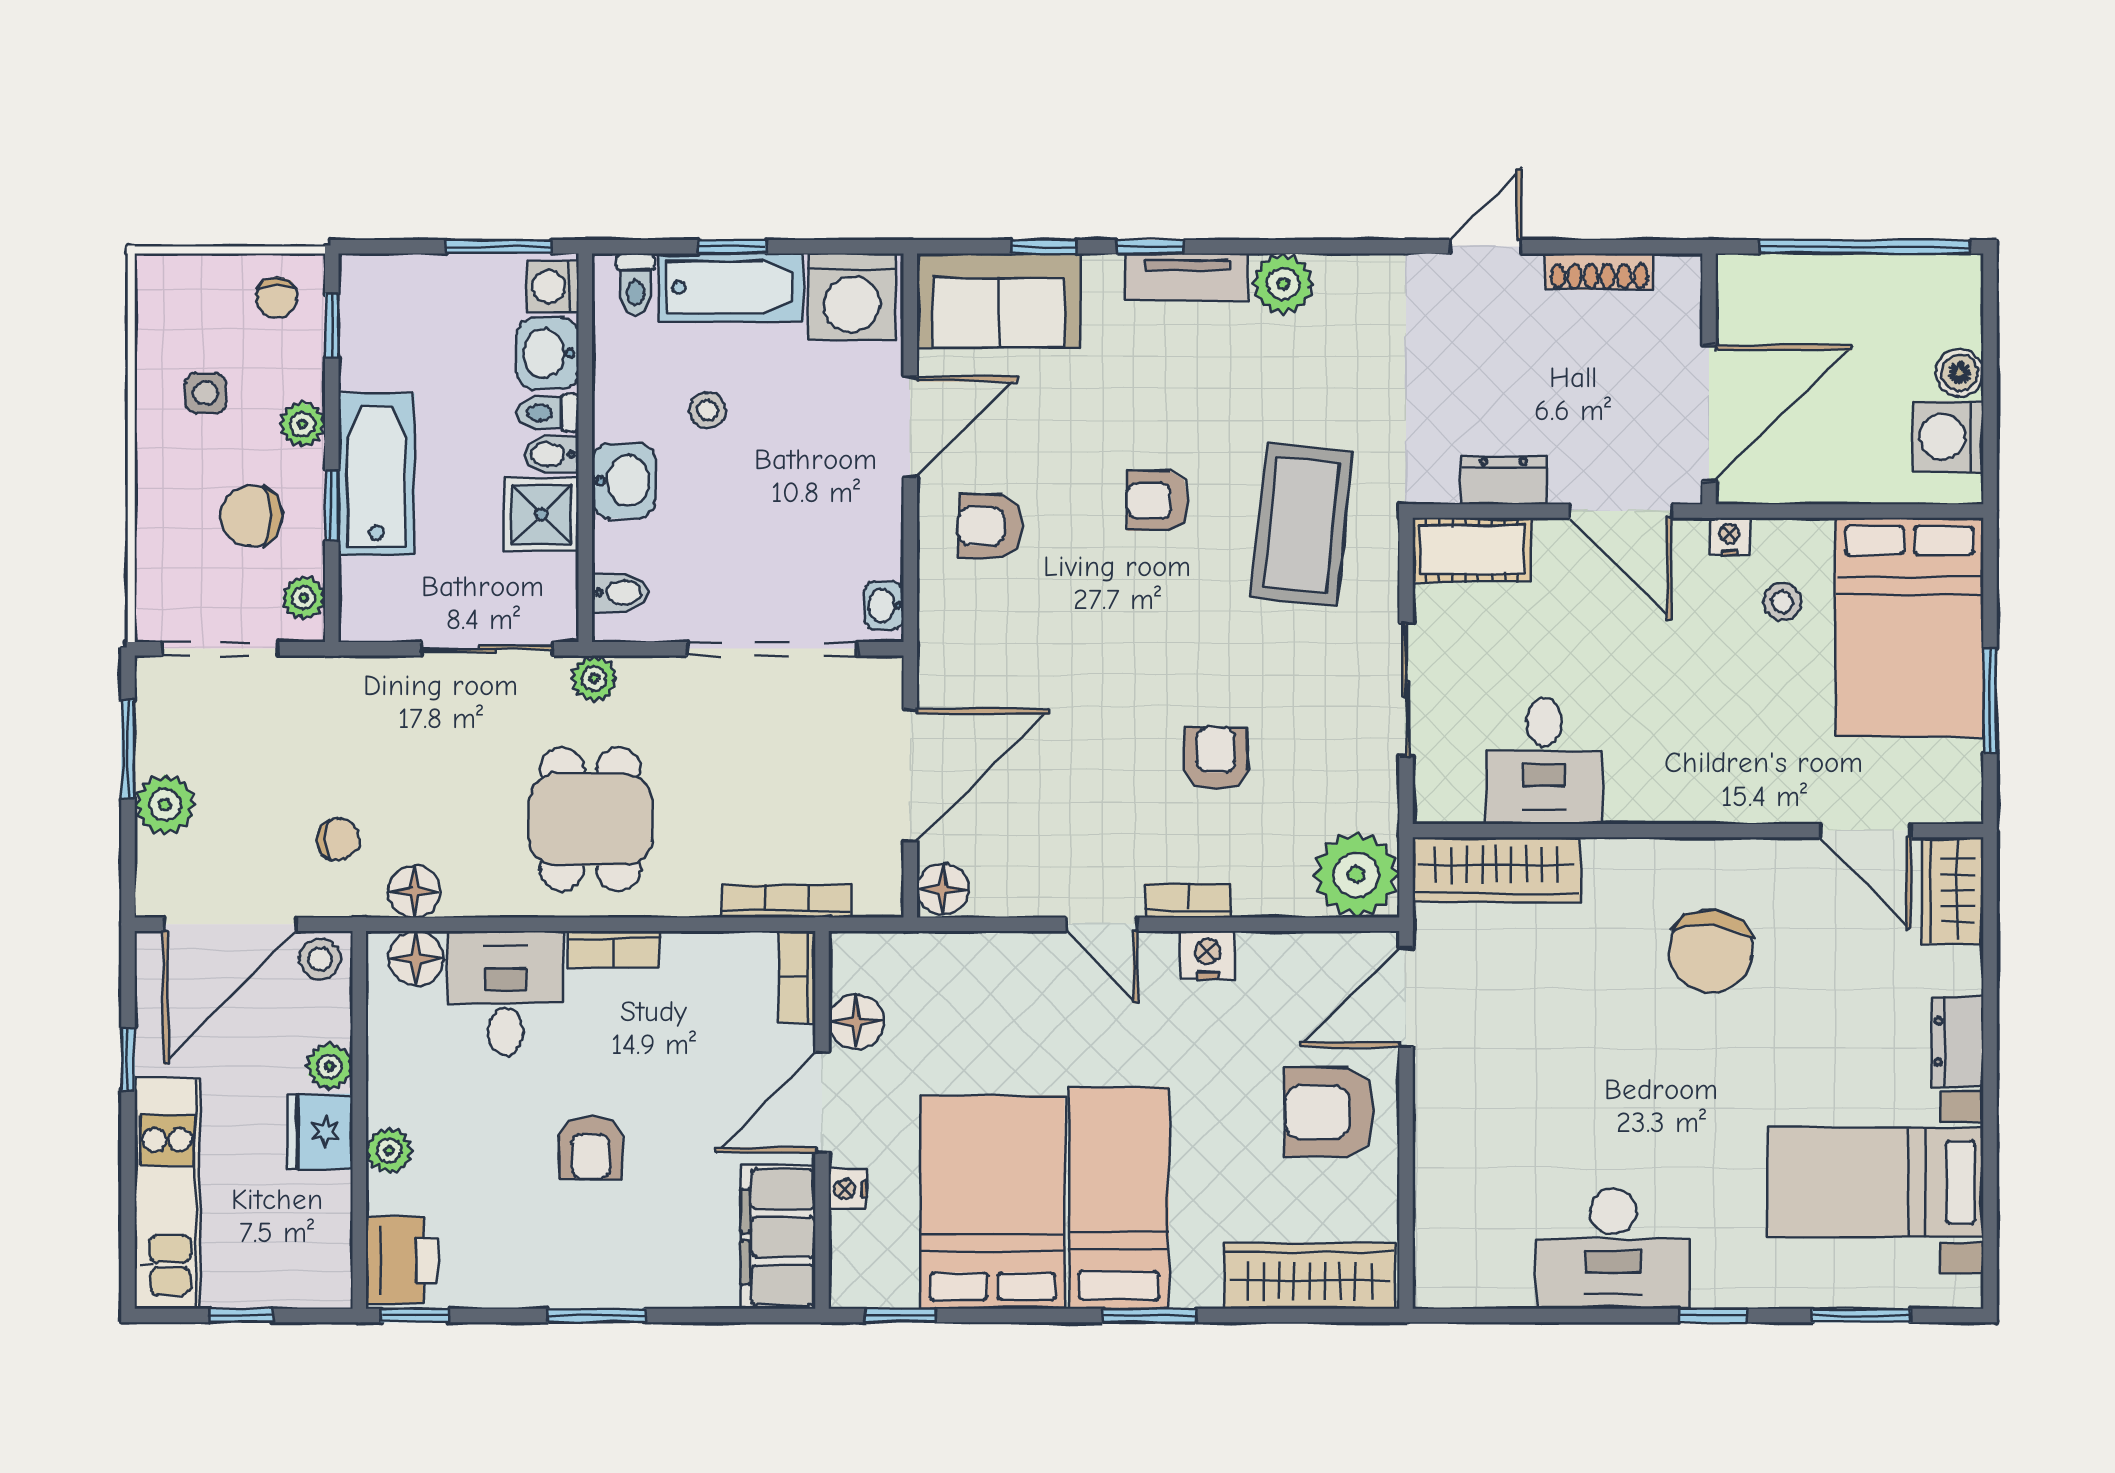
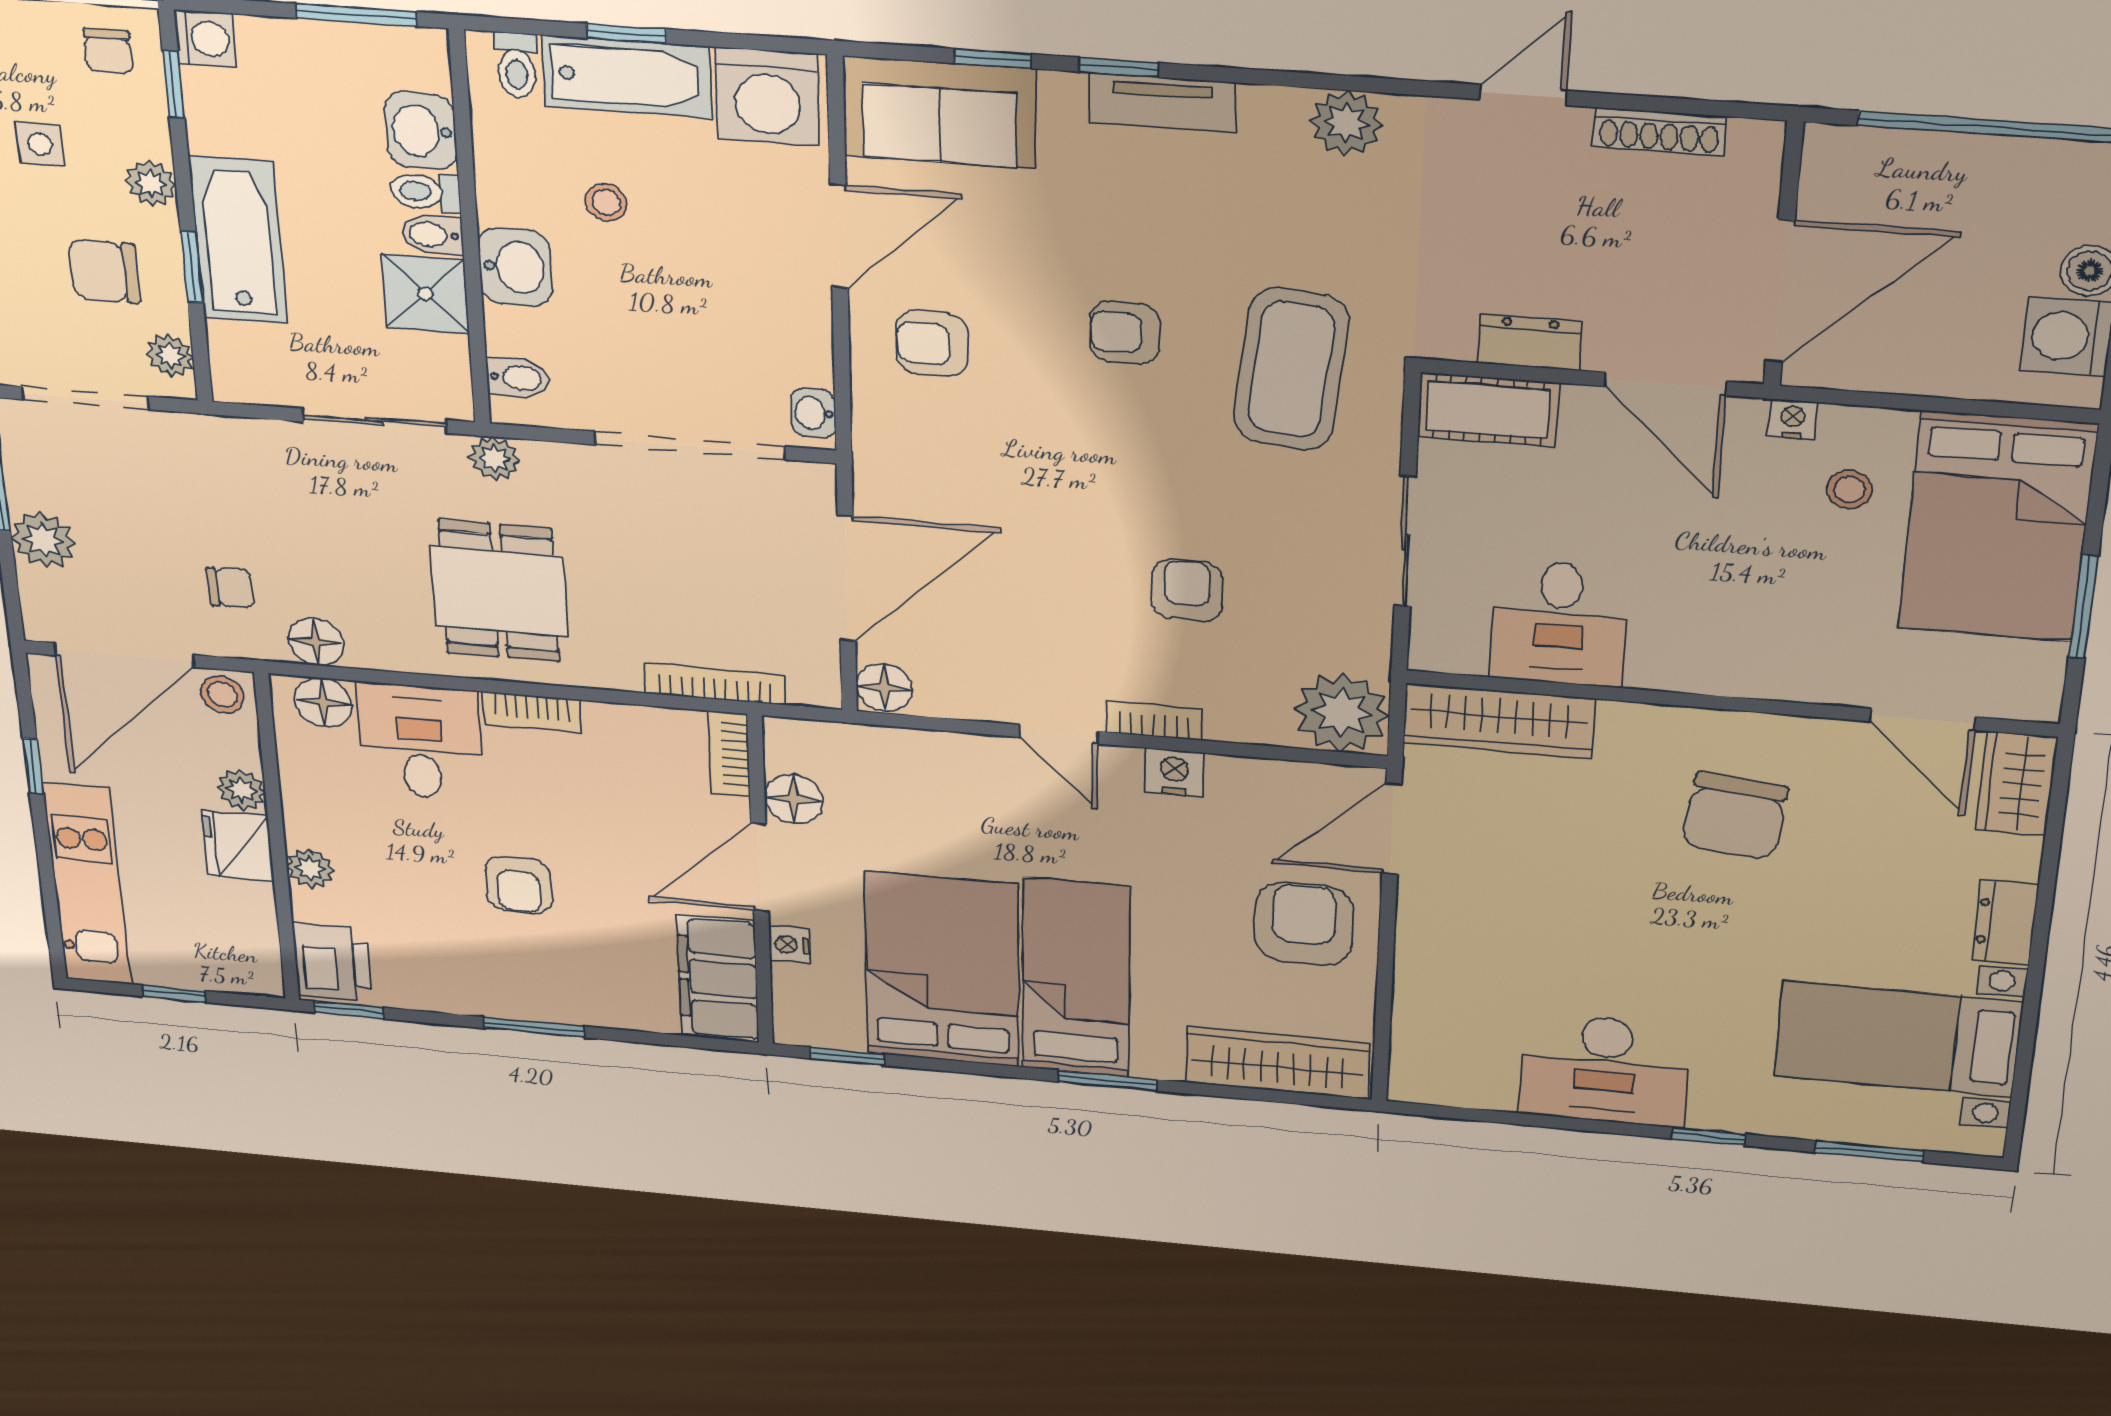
plant: (1283, 284) -> (1346, 123), moved
washing machine: (553, 287) -> (205, 38), moved, turned 180
armchair: (1330, 1112) -> (1304, 924), turned 90

